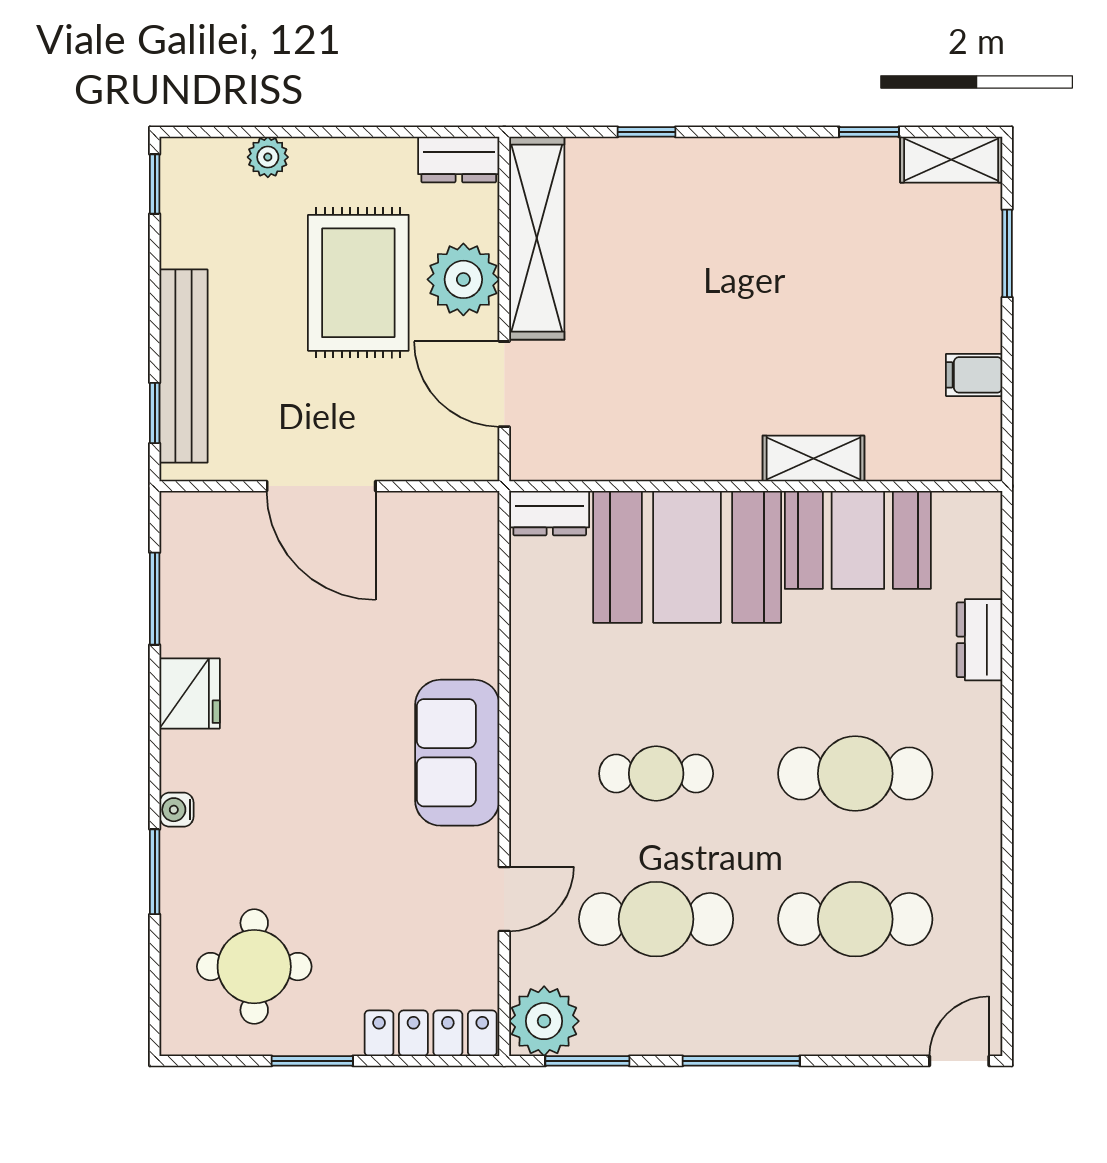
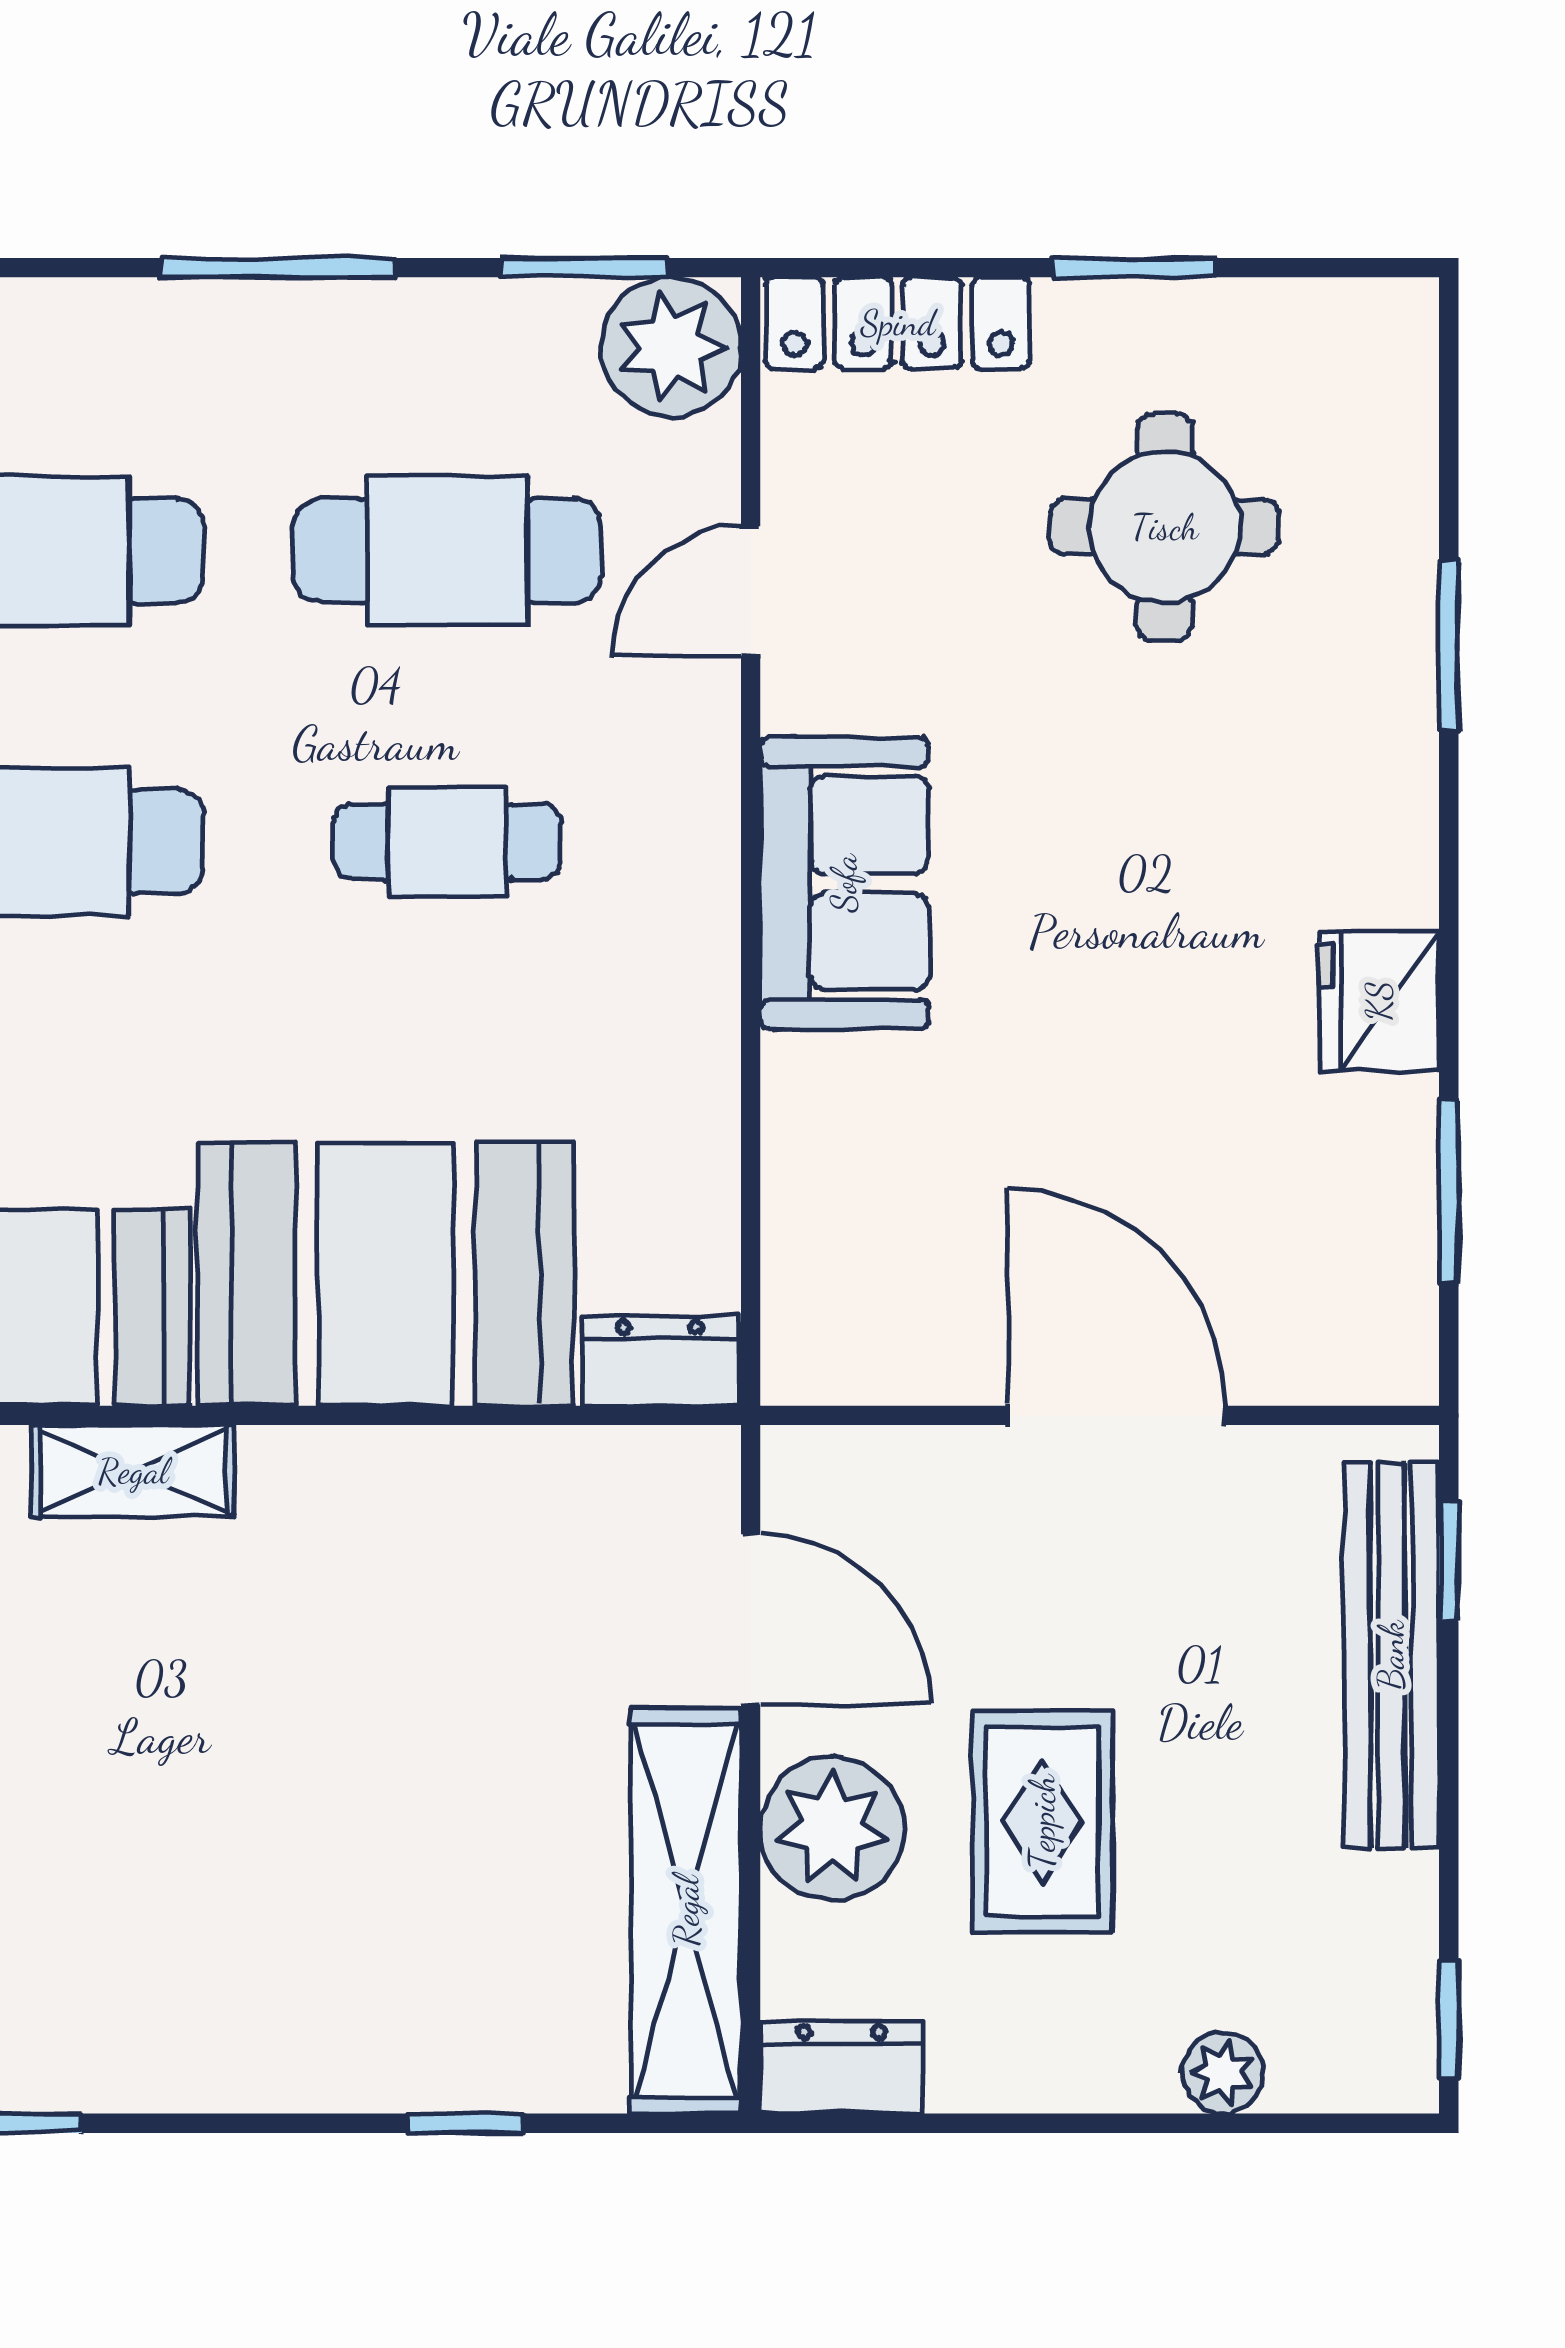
rug: (358, 283) -> (1042, 1822), width x0.73, depth x0.70
water cooler: (177, 810) -> (1405, 769), removed
round table: (254, 967) -> (1165, 527), moved

